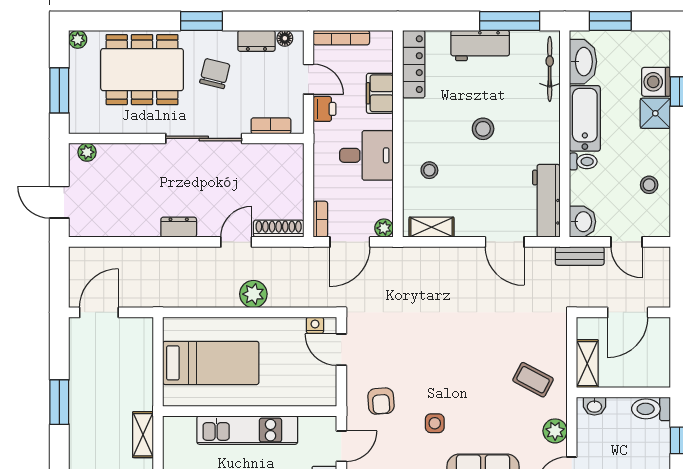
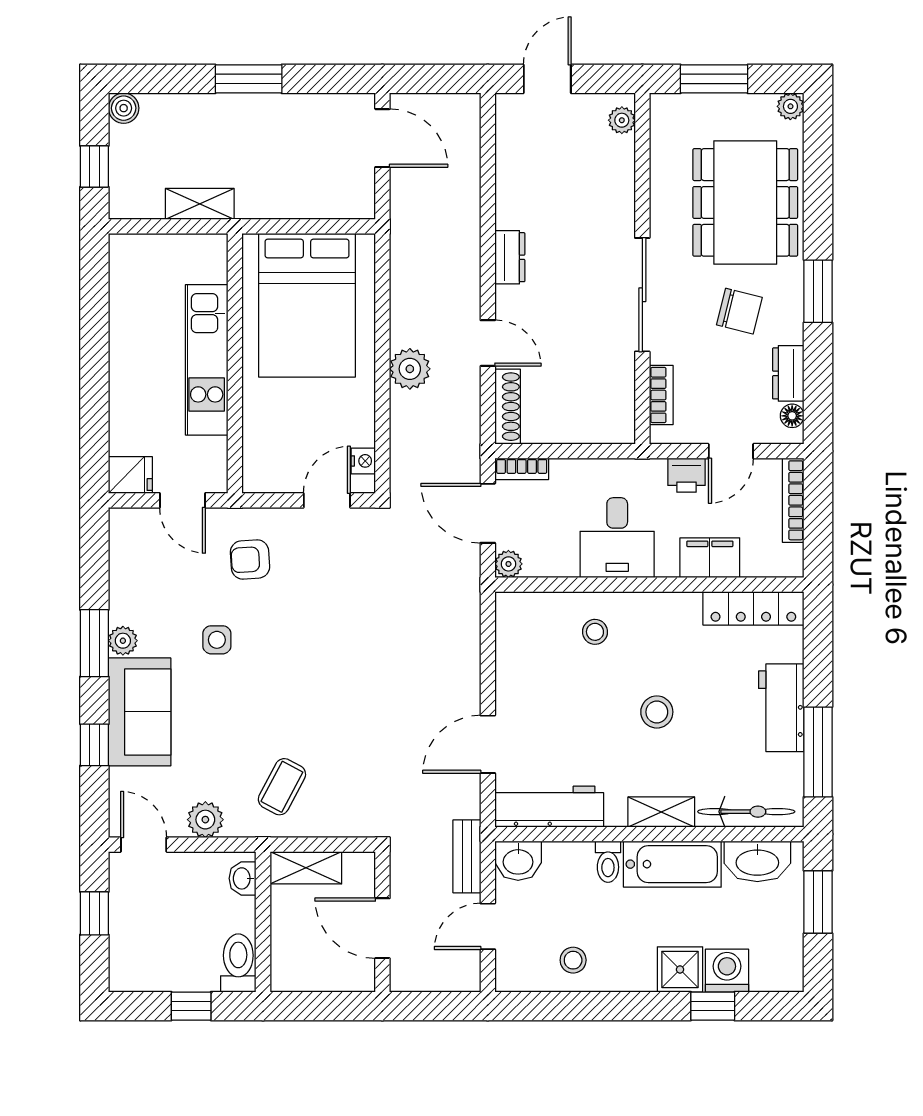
shelving: (432, 227) -> (661, 812), moved, turned 90
bed: (211, 363) -> (307, 305), width x1.50

